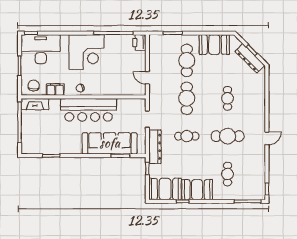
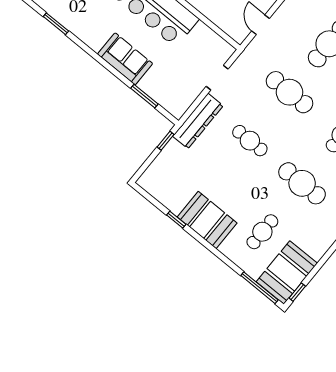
cafe table: (187, 98) -> (289, 92), turned 90
sofa: (110, 143) -> (125, 59), width x0.54, depth x0.79
booth: (165, 189) -> (287, 273), moved, turned 90

